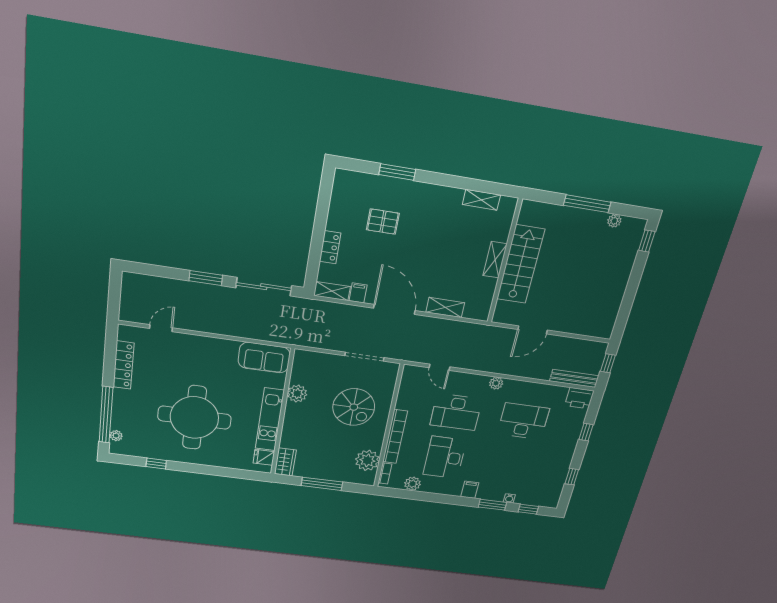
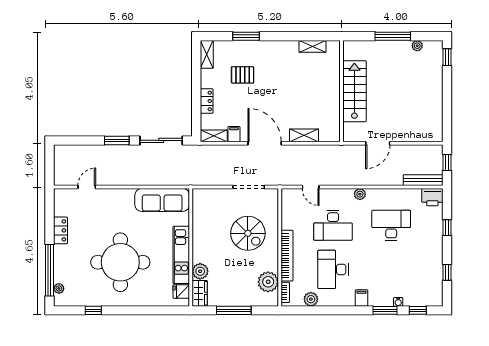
shelving: (495, 260) -> (207, 54), moved
sofa: (264, 358) -> (162, 200), width x1.36
locker: (124, 365) -> (60, 230), width x0.66
plant: (297, 394) -> (200, 271), moved

